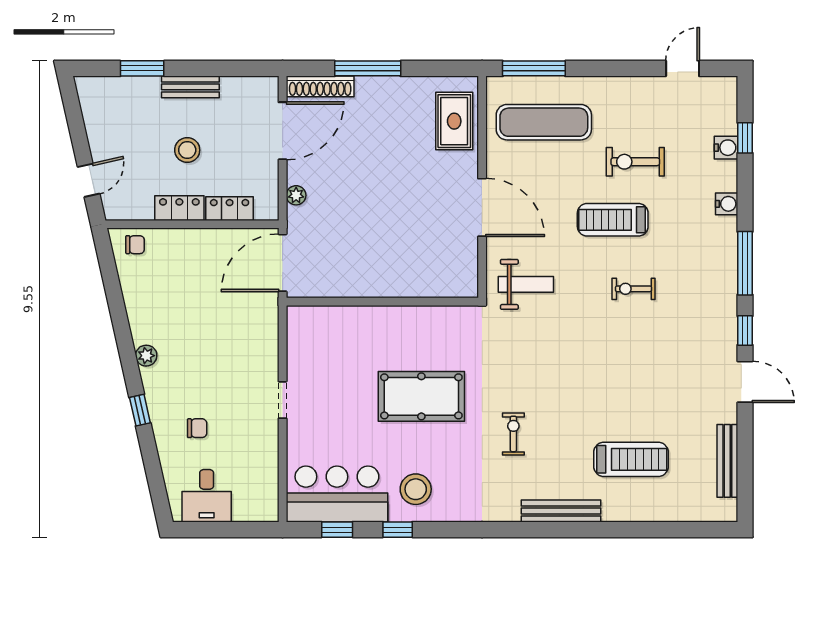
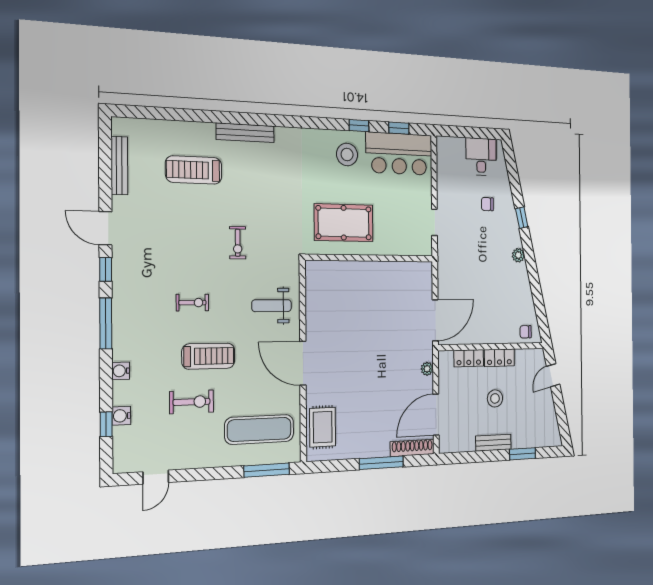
wall: (382, 302) -> (370, 258), moved
exercise bike: (513, 434) -> (238, 243), moved

